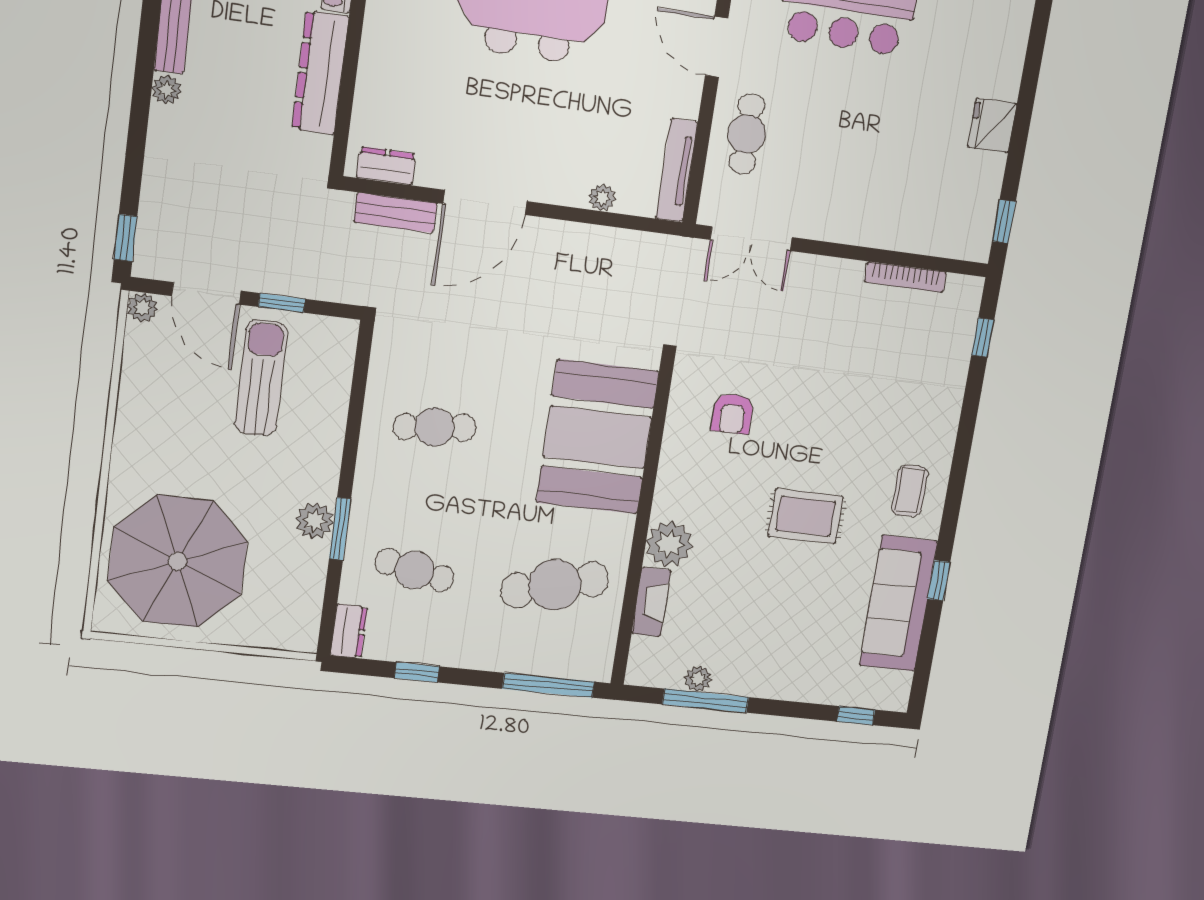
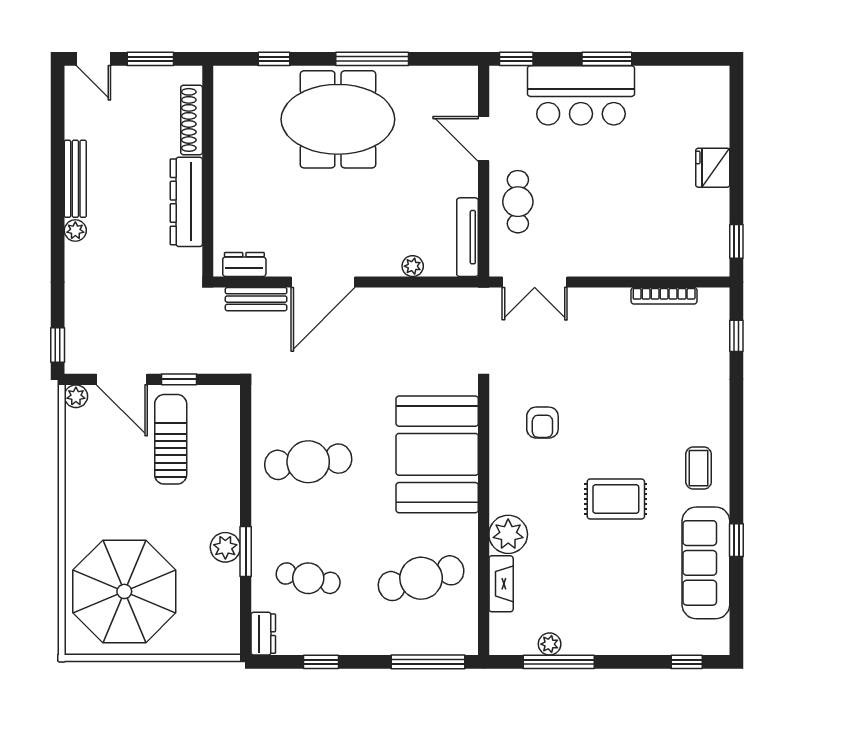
cafe table: (434, 427) -> (308, 462), width x1.37, depth x1.35

